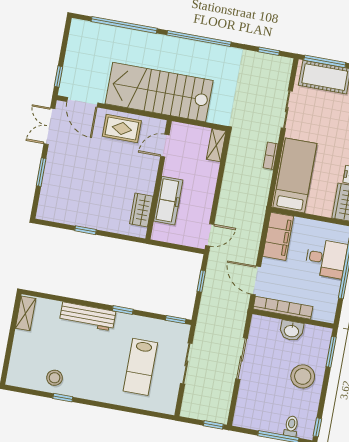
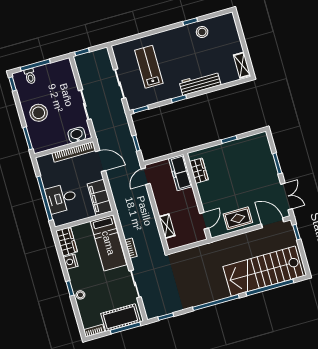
stairs: (159, 92) -> (263, 271), moved, turned 180
shelving: (216, 145) -> (167, 226), moved
freezer: (168, 201) -> (180, 173), moved
washbasin: (292, 331) -> (77, 135), moved

